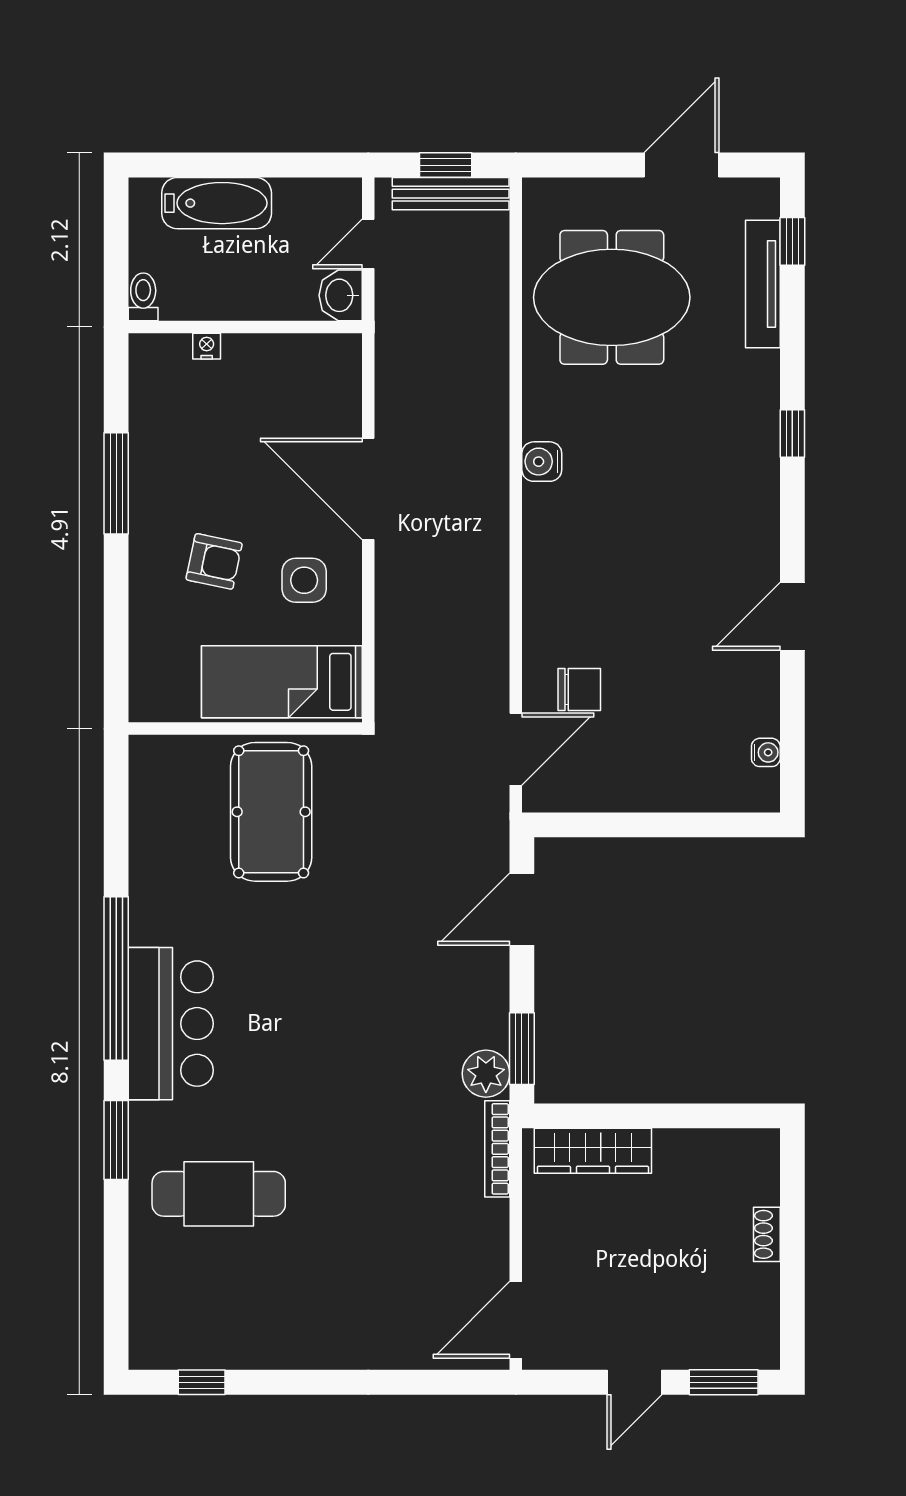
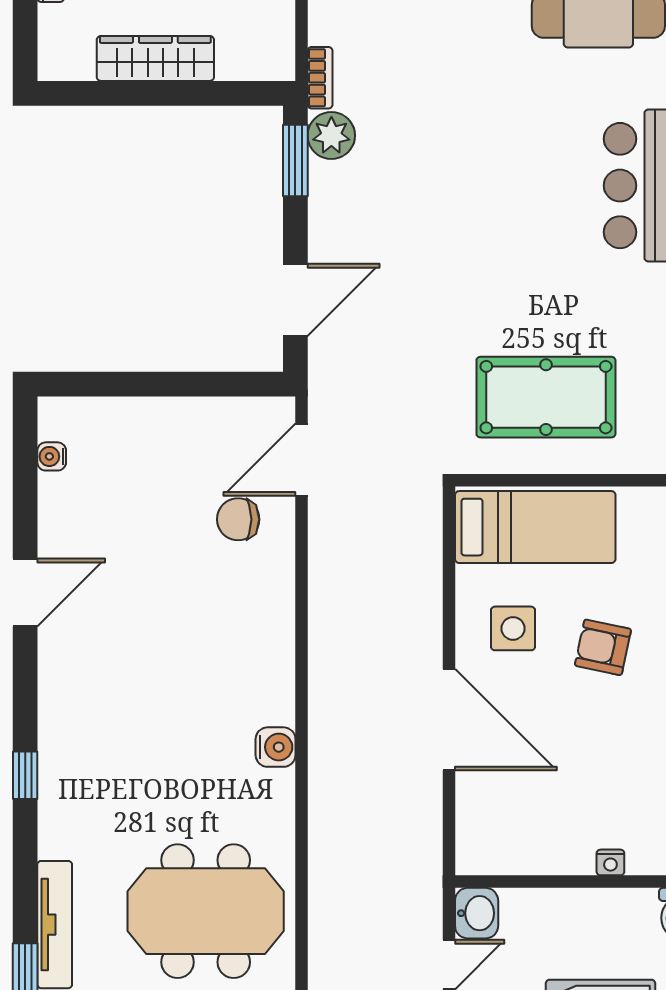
pool table: (271, 812) -> (546, 397), turned 90
bookcase: (497, 1149) -> (320, 78), width x0.64
wardrobe: (593, 1151) -> (155, 58), moved

